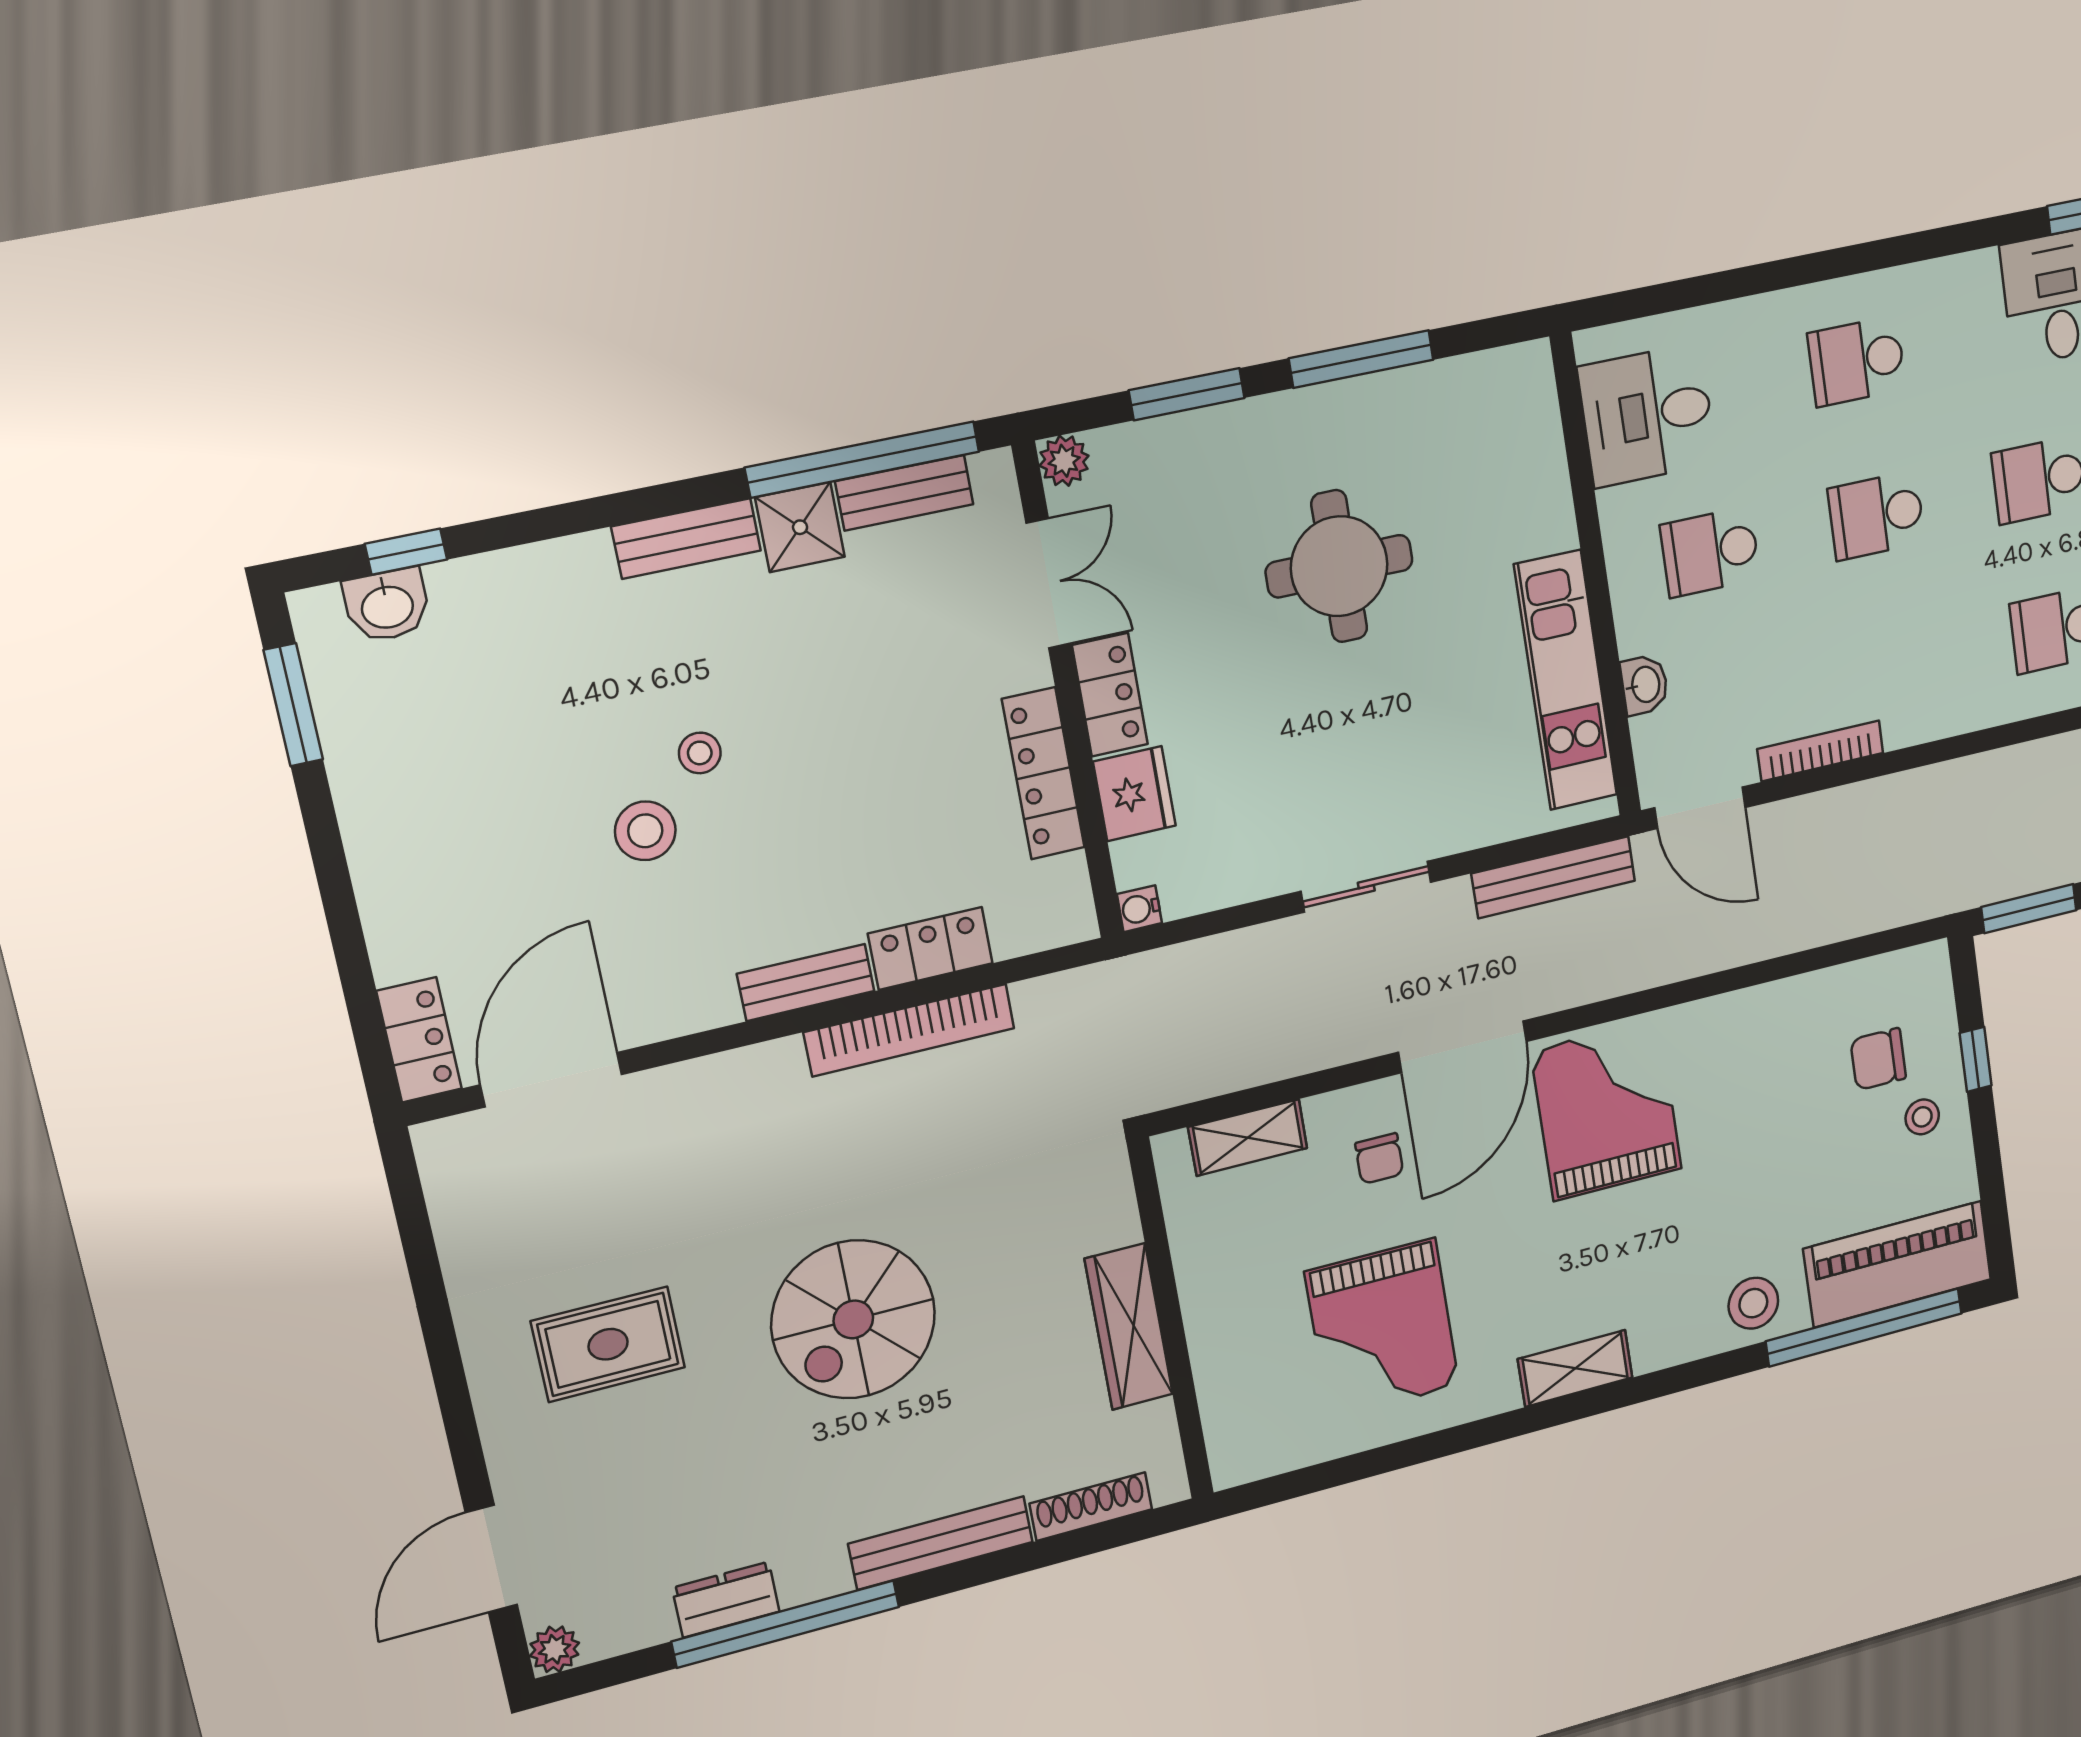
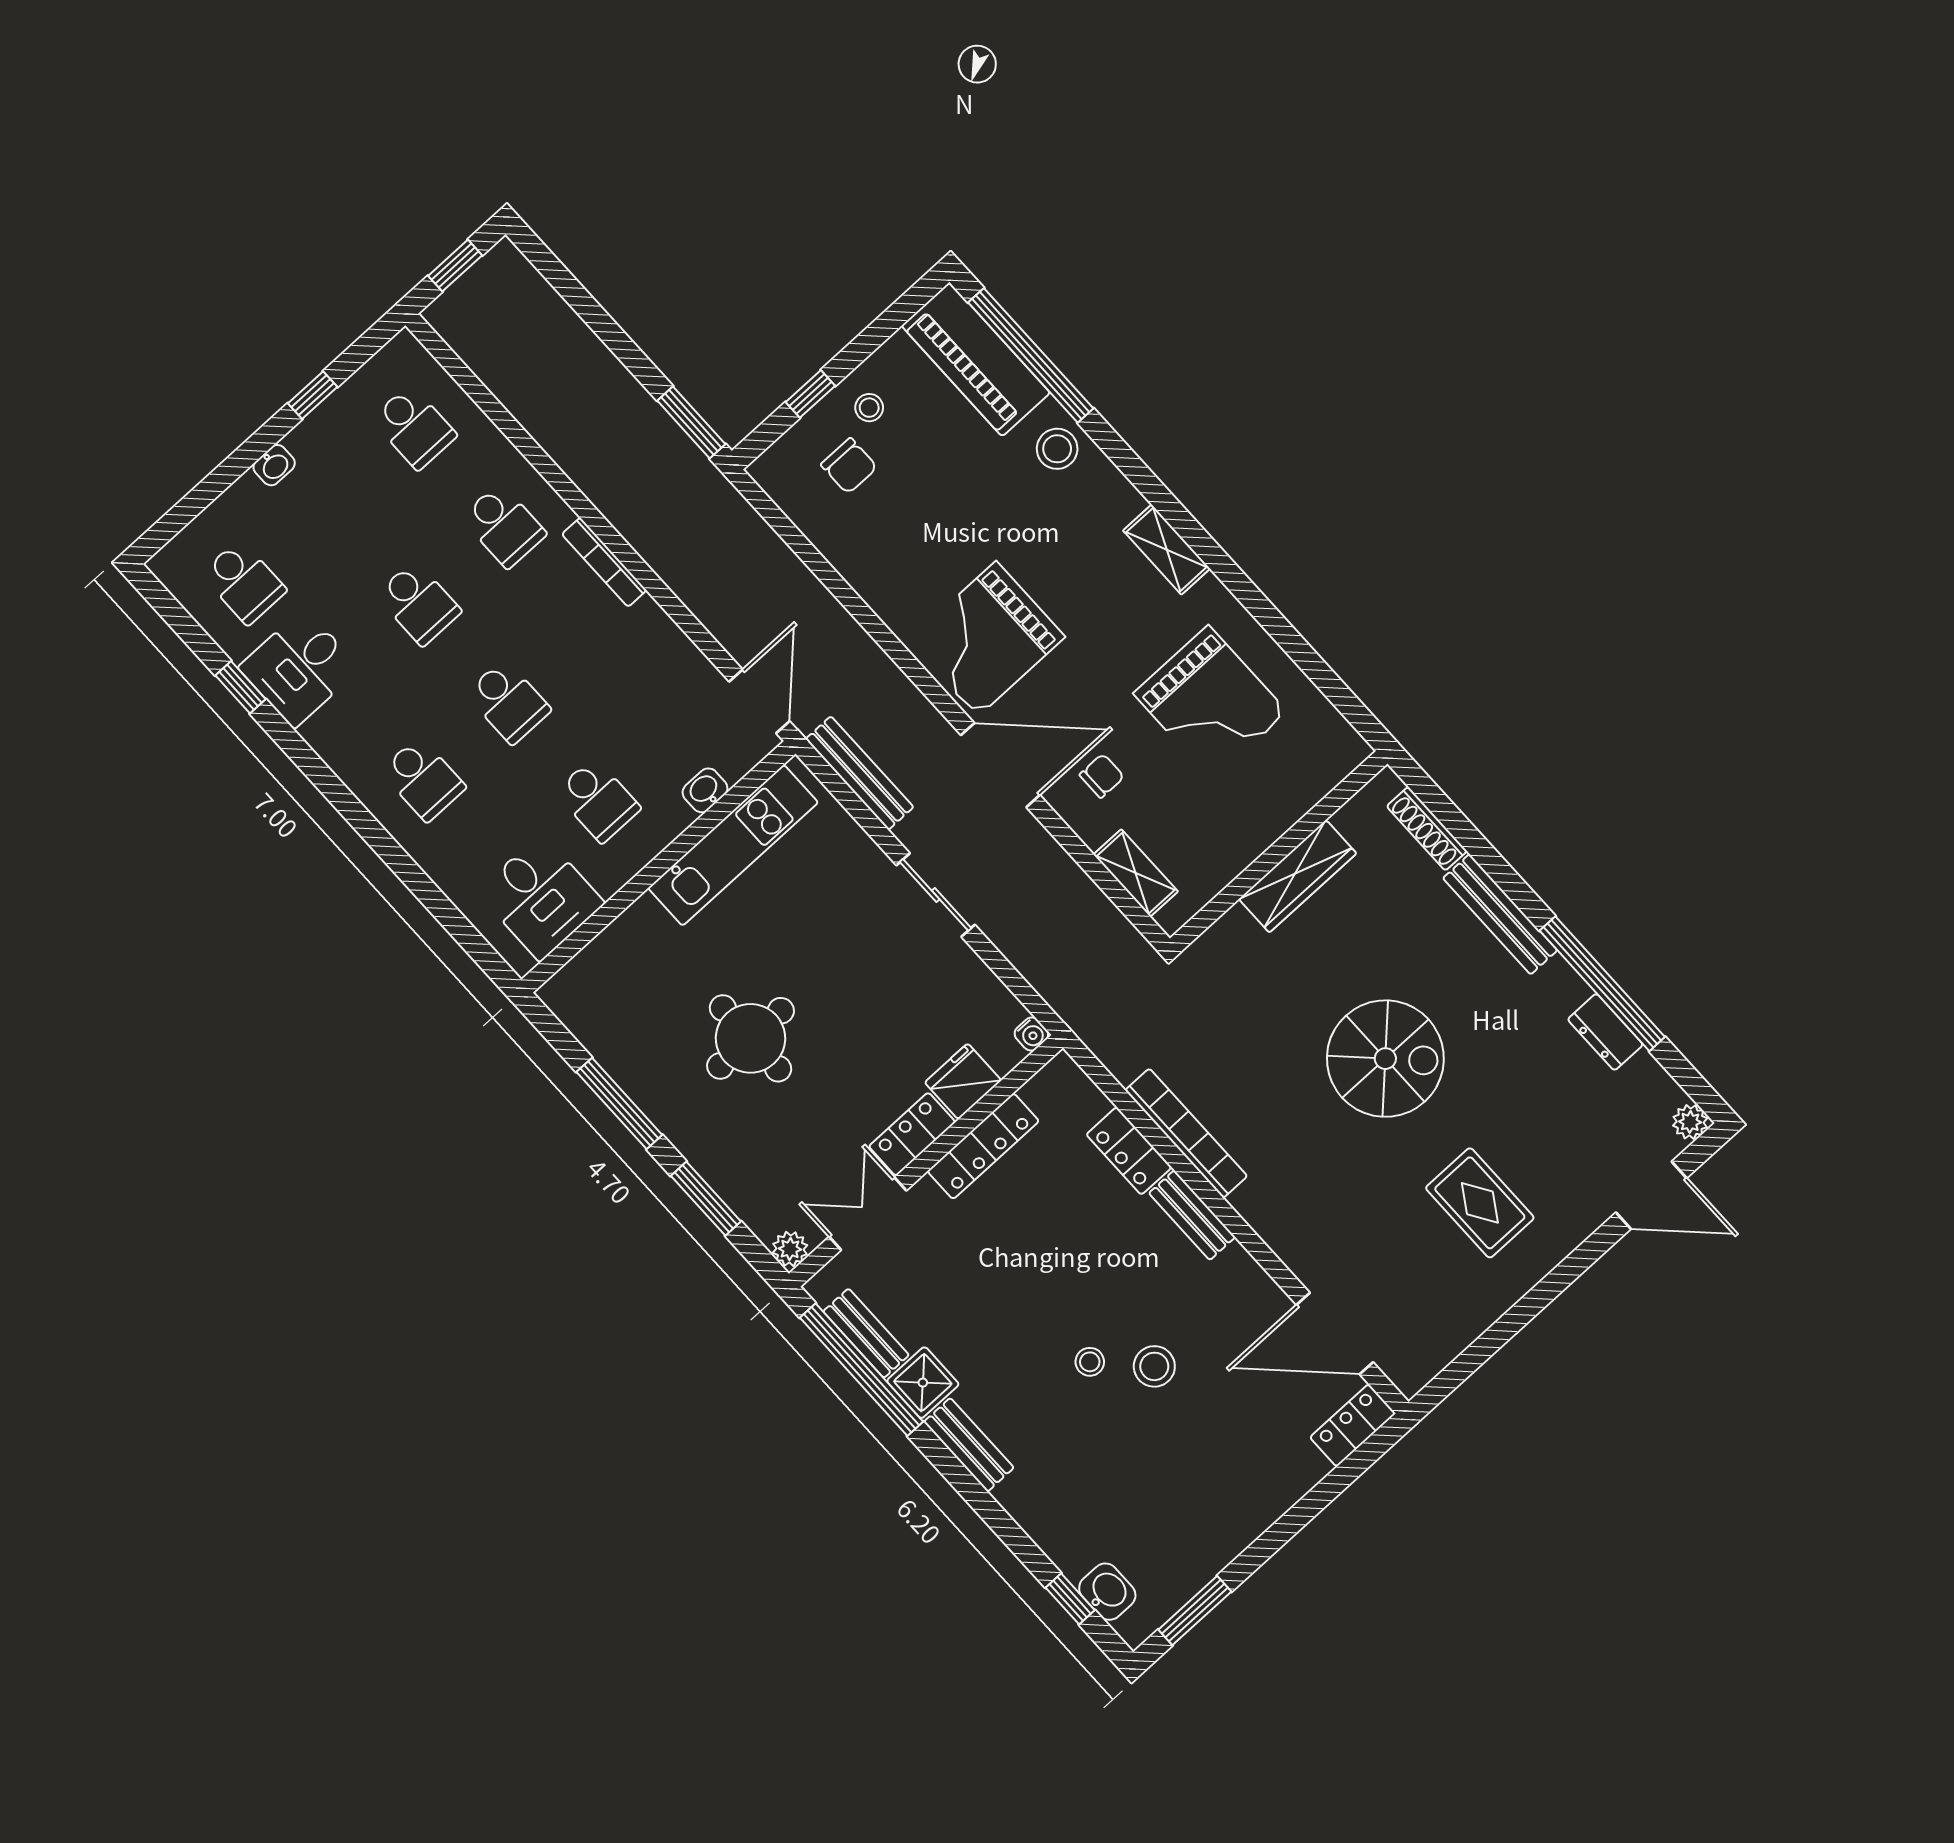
bookcase: (1820, 751) -> (604, 562), moved
grand piano: (1382, 1329) -> (1210, 703), turned 90

